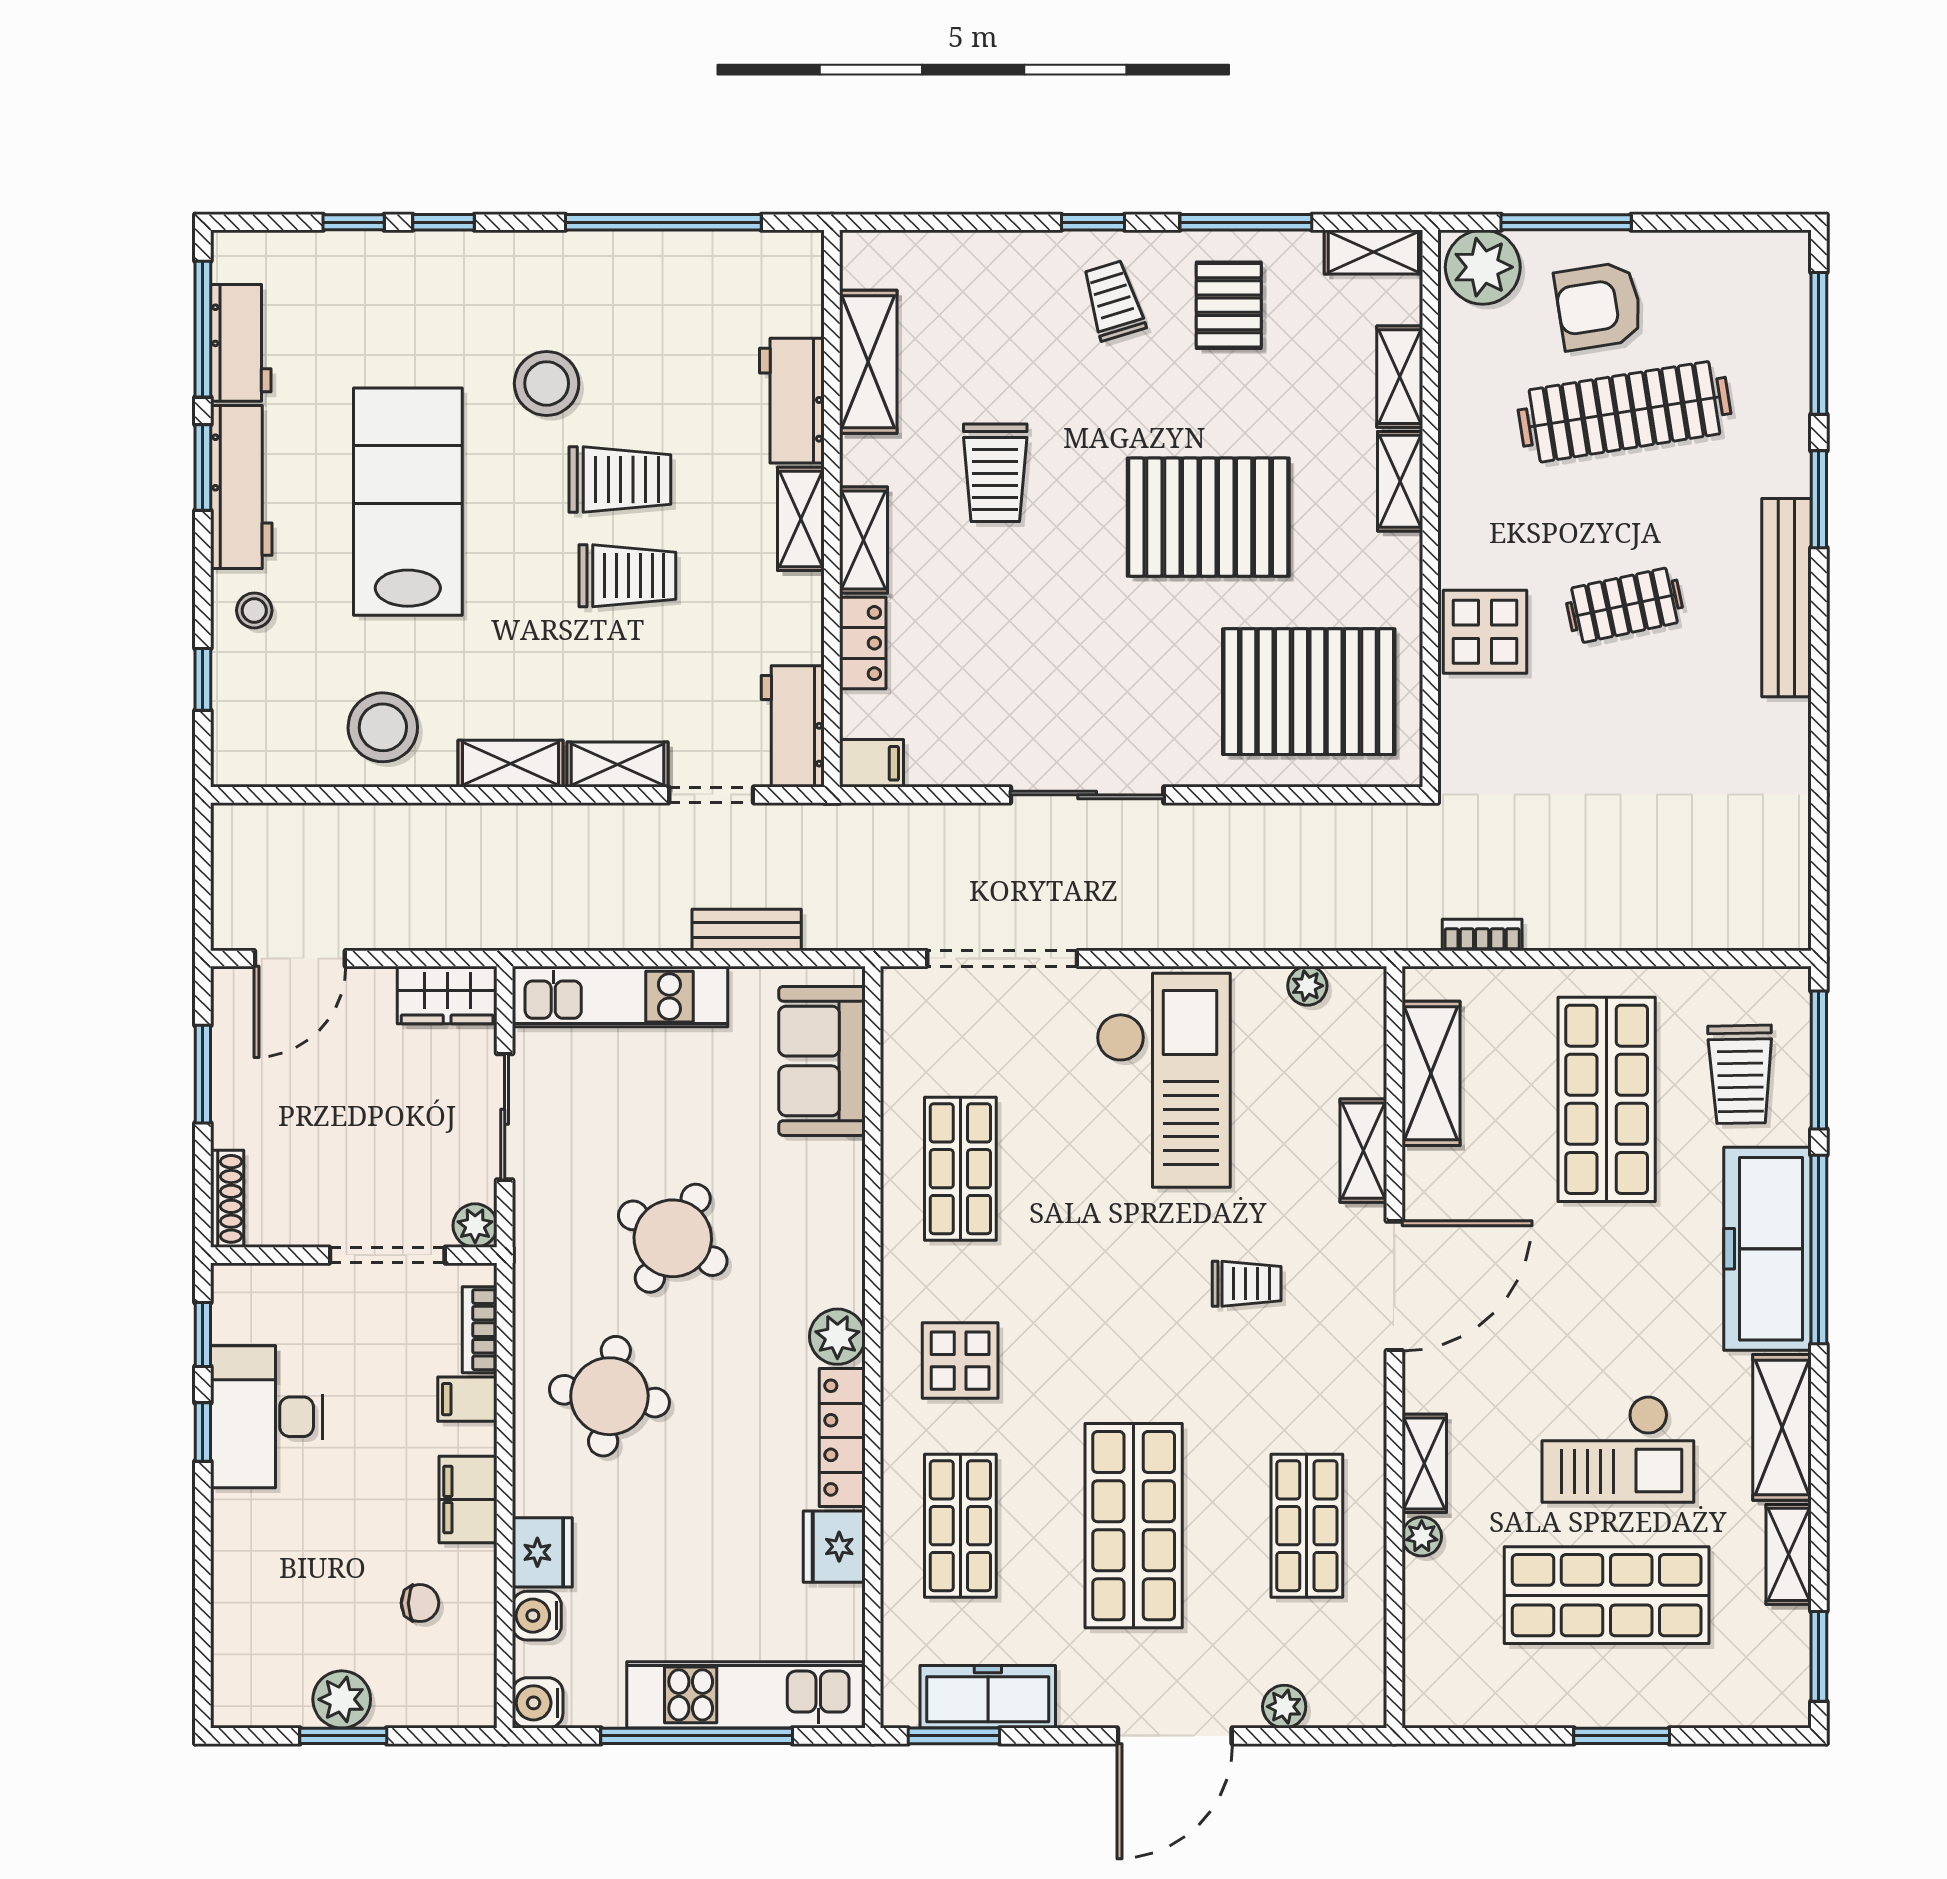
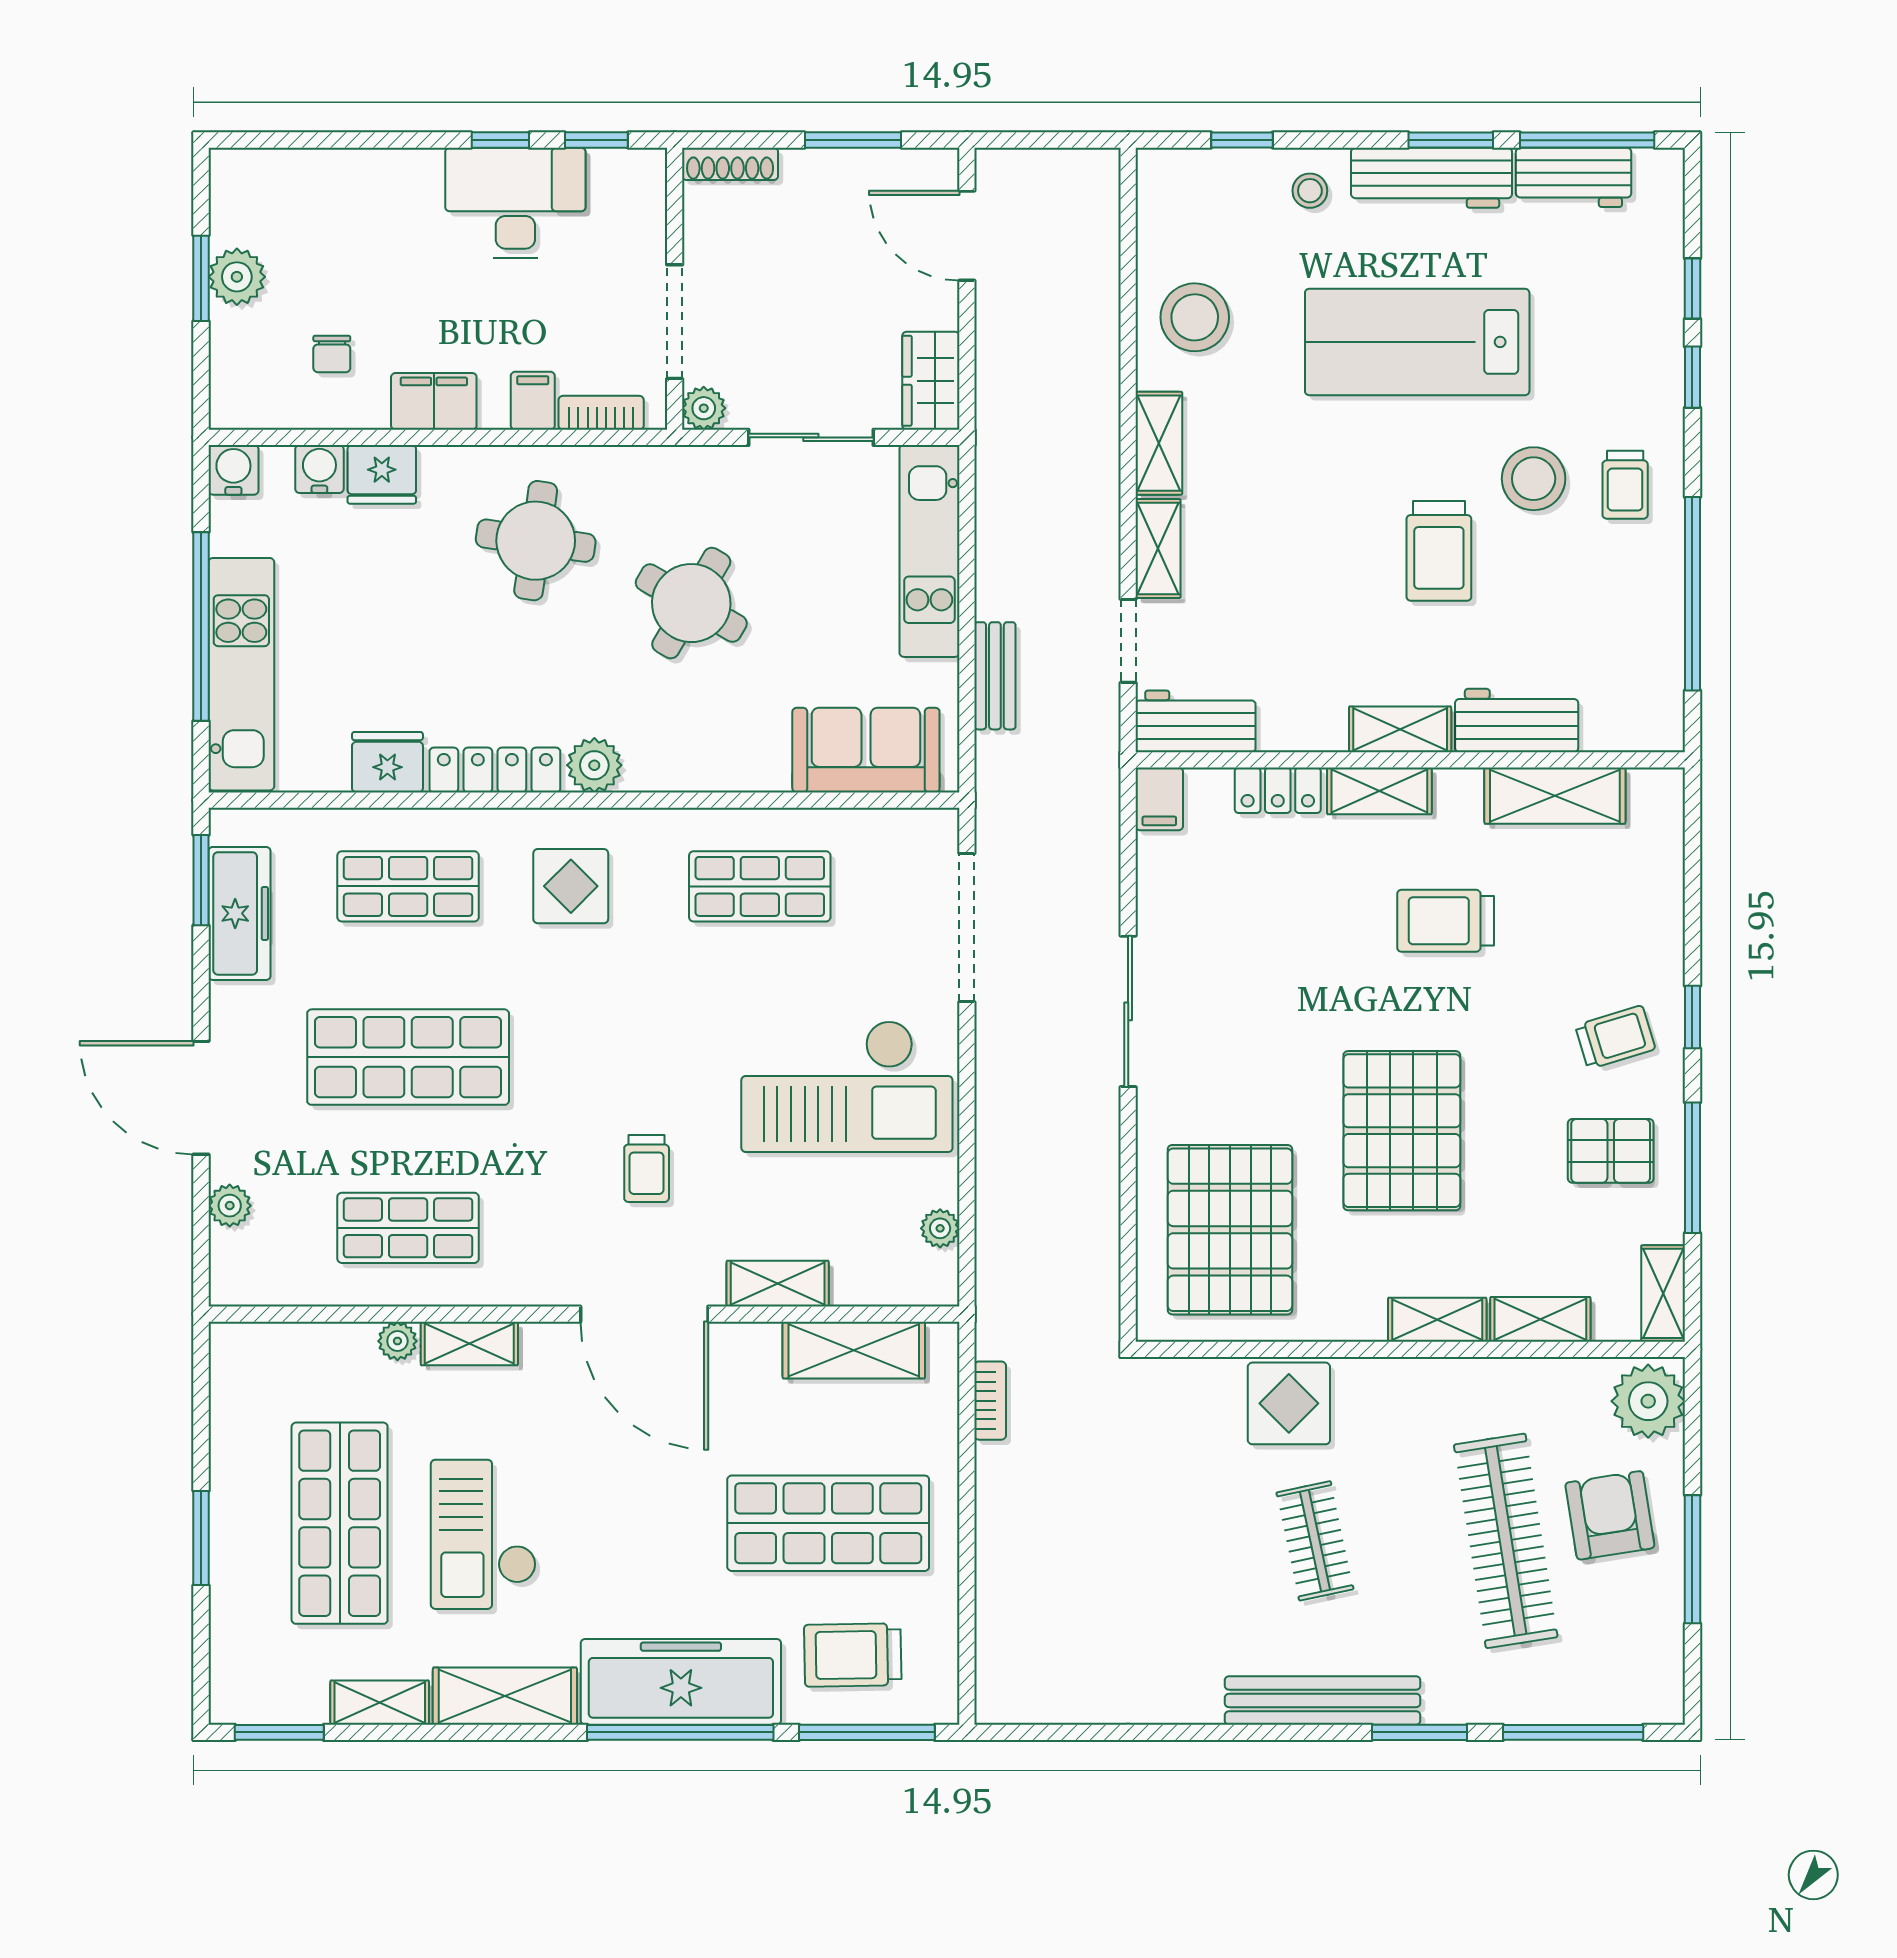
window: (1566, 222) -> (1692, 1559), moved
lab bench: (408, 502) -> (1417, 342), turned 180
trolley: (627, 576) -> (1625, 485), moved, width x0.73, depth x0.72

